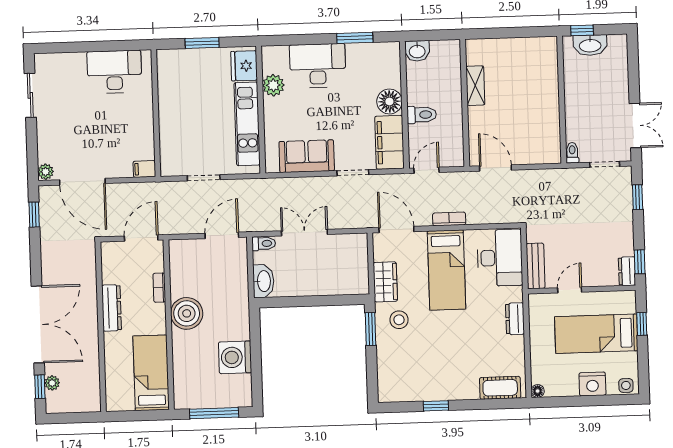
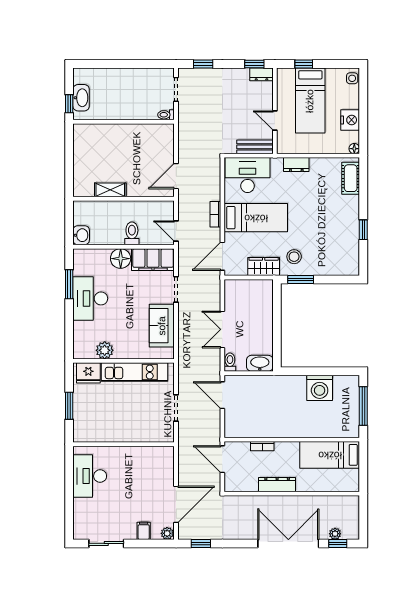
desk: (318, 66) -> (90, 298), moved
double door: (635, 126) -> (146, 64), removed
filing cabinet: (144, 169) -> (144, 531), moved, turned 180
boiler: (187, 313) -> (283, 425), removed
nightstand: (592, 384) -> (350, 120), moved

